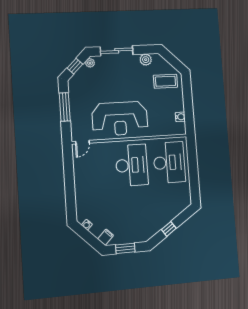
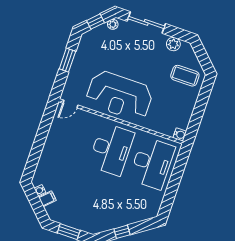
window: (65, 107) -> (67, 60), width x0.69
water cooler: (180, 117) -> (180, 135), moved
filing cabinet: (106, 237) -> (47, 199), moved

